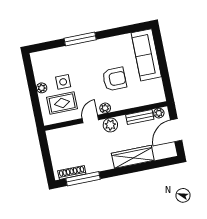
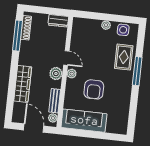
sofa: (146, 55) -> (84, 121), moved
side table: (63, 82) -> (123, 30), moved
rug: (62, 103) -> (124, 57), moved
dresser: (53, 140) -> (58, 21), added

